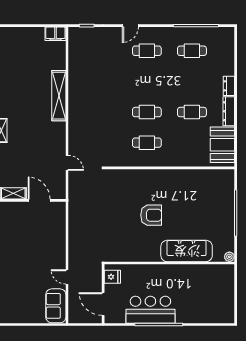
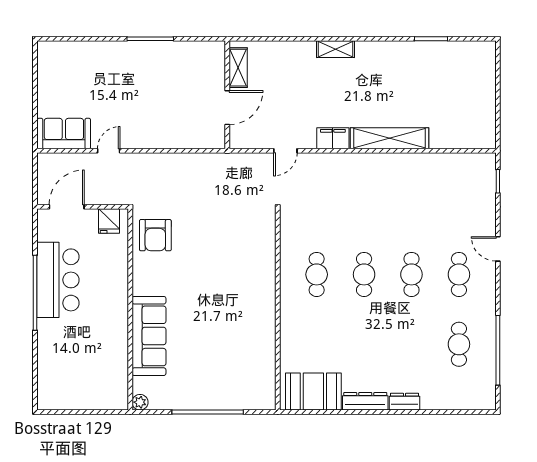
filing cabinet: (55, 34) -> (333, 138), moved, turned 90
cafe table: (192, 112) -> (411, 274), moved
armchair: (151, 215) -> (155, 235), moved

